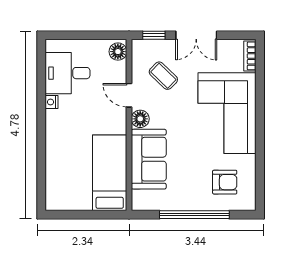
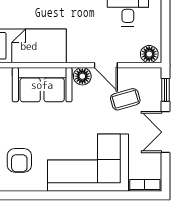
coffee table: (163, 76) -> (125, 99), turned 30
door: (129, 95) -> (106, 65), swing flipped

